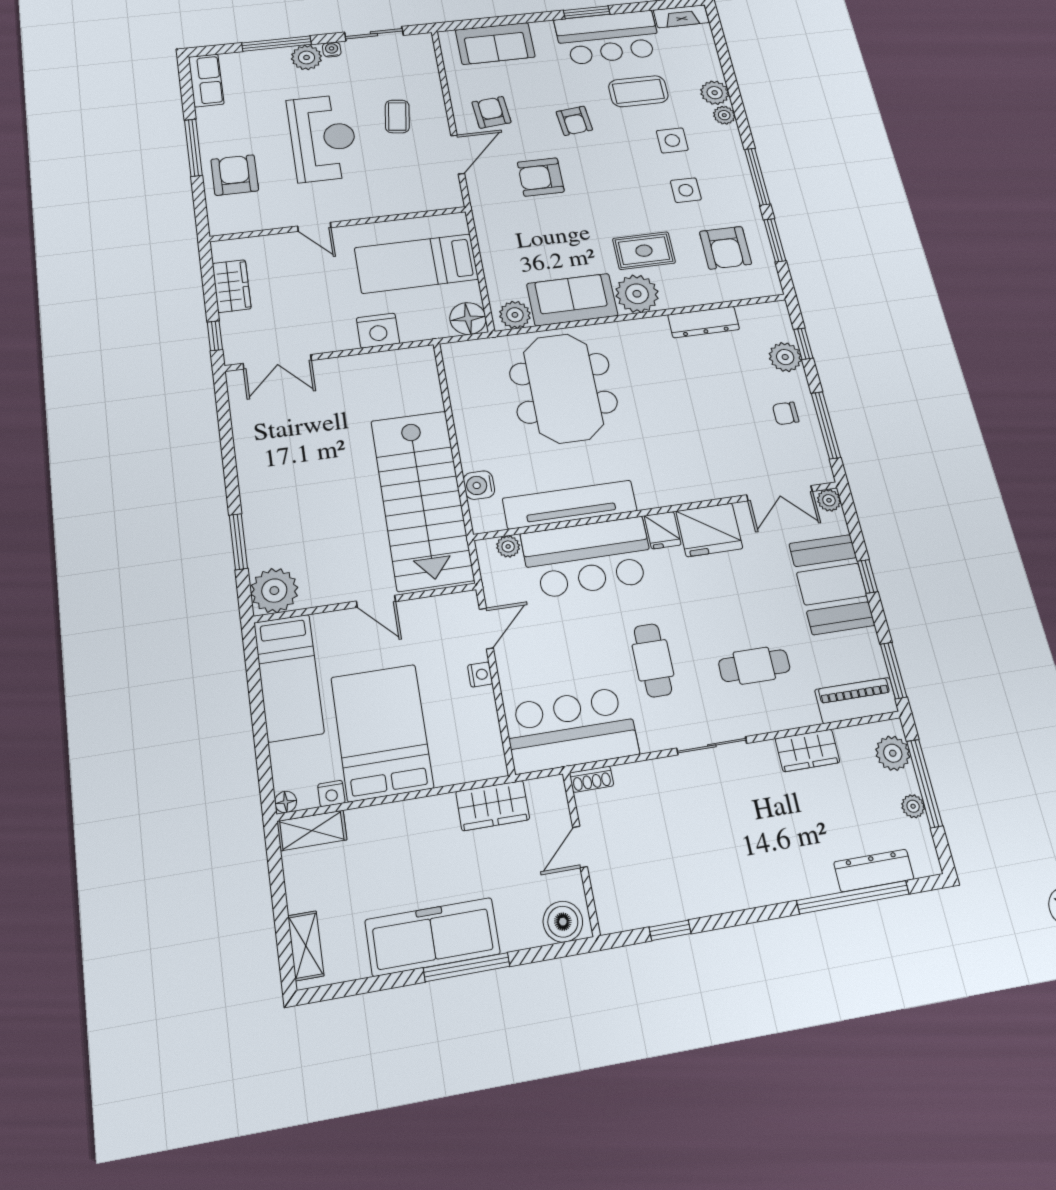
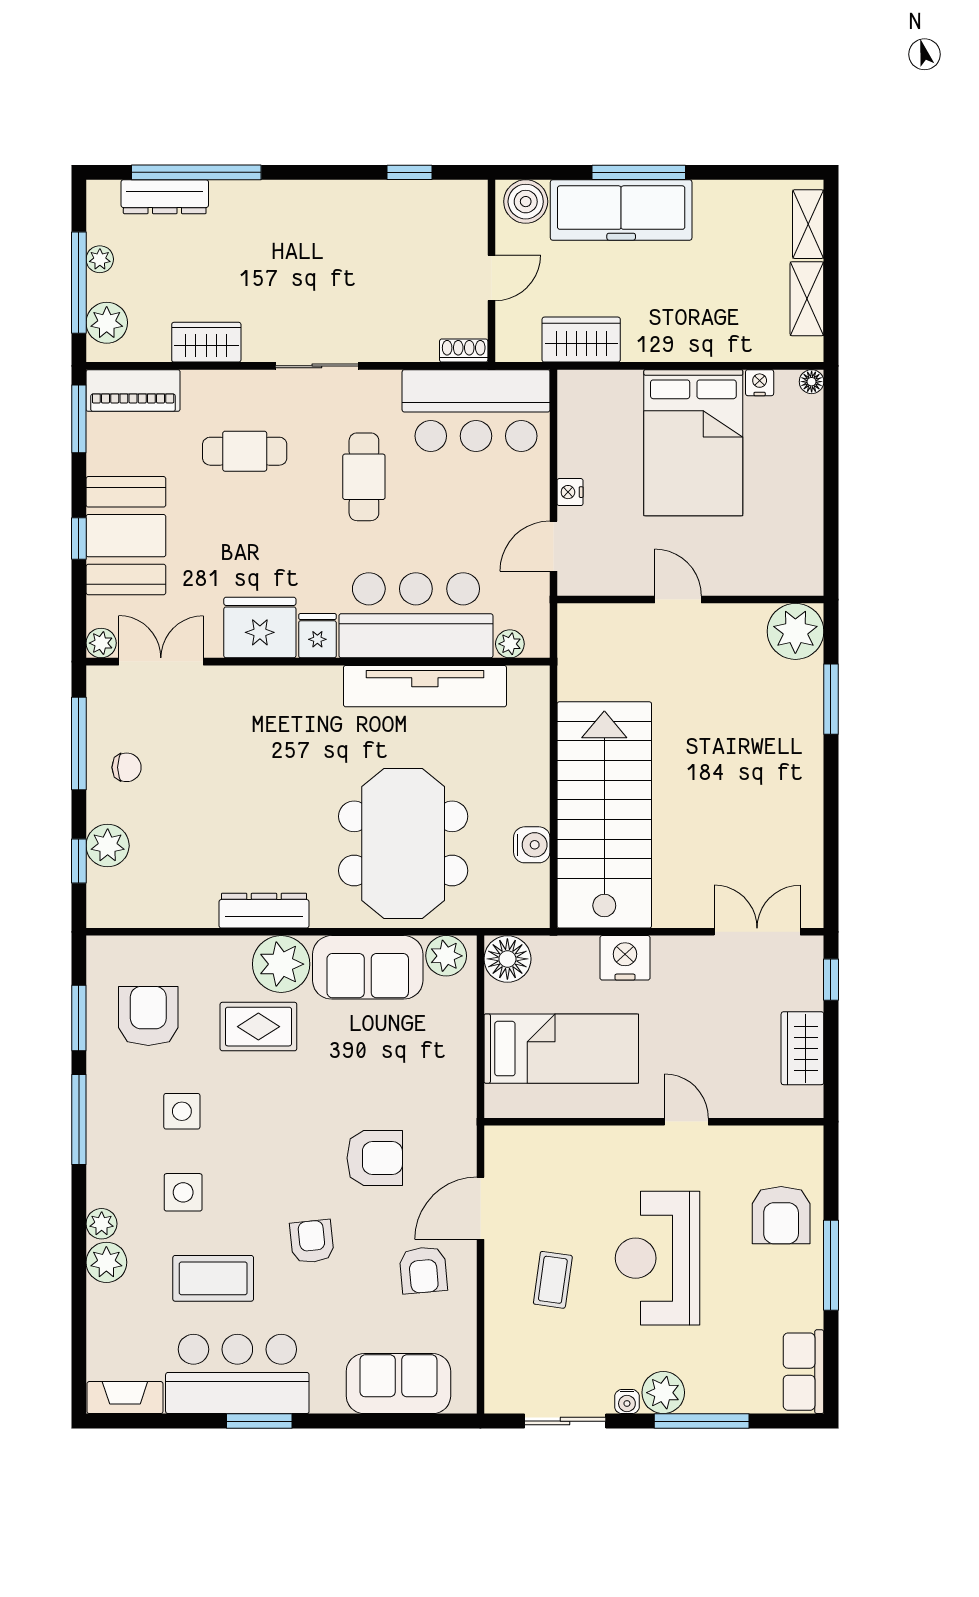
dresser: (704, 322) -> (264, 911), moved
water cooler: (479, 485) -> (532, 845), moved
stairs: (422, 499) -> (604, 815), moved
bed: (289, 677) -> (791, 524), removed
shelving: (312, 831) -> (807, 299), moved, turned 90
freezer: (433, 937) -> (621, 210), moved

